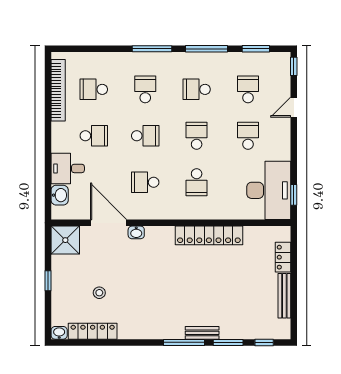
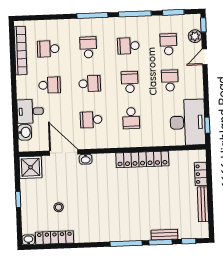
plant: (282, 80) -> (195, 36), added
bench: (202, 333) -> (164, 235), moved

